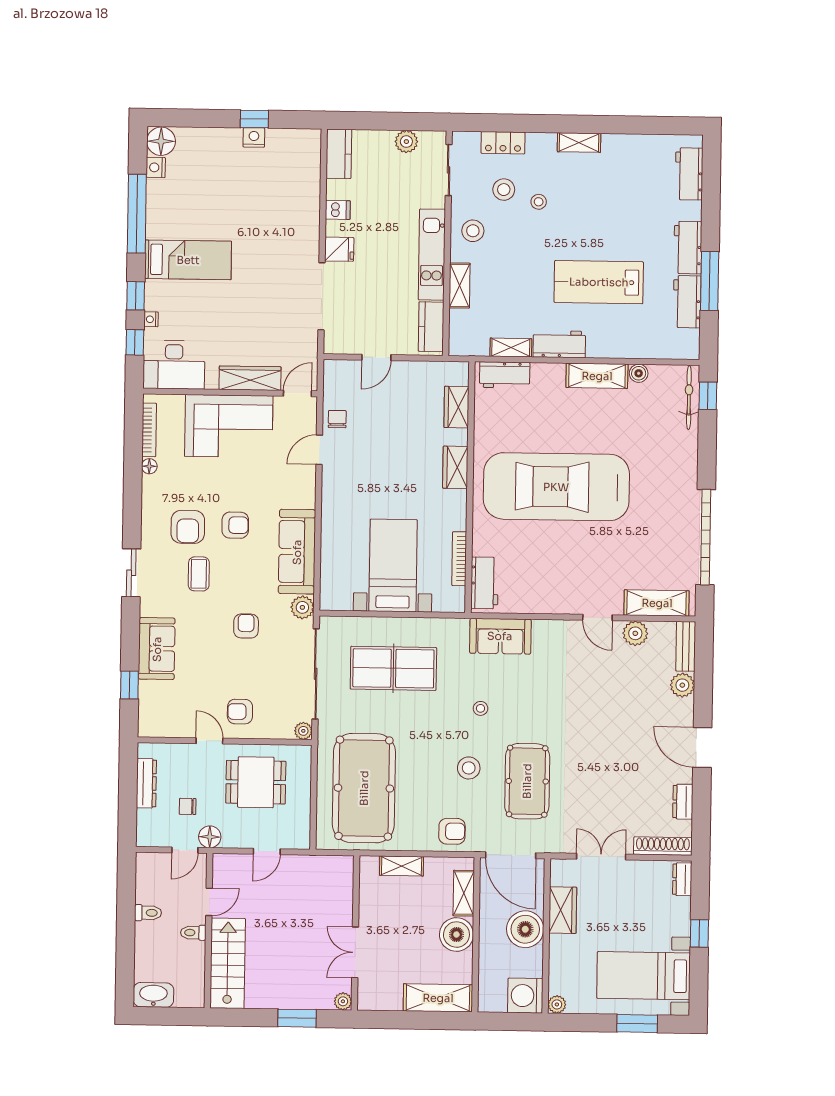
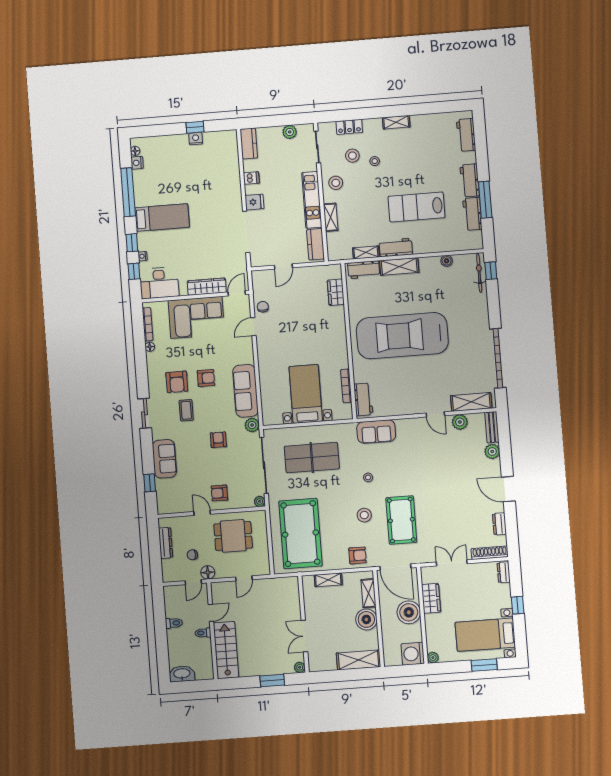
floor lamp: (161, 141) -> (135, 151), width x0.53, depth x0.53
shelving: (597, 376) -> (399, 267), moved
wardrobe: (455, 467) -> (339, 330), removed

